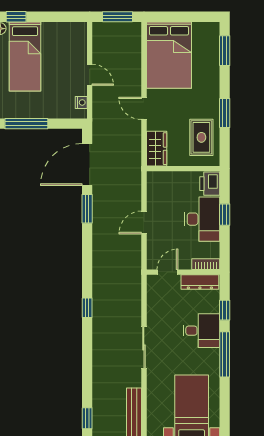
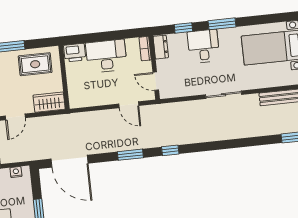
window: (87, 209) -> (130, 155), moved
window: (225, 215) -> (100, 37), removed
door: (144, 222) -> (129, 105), moved
dresser: (200, 282) -> (161, 47), width x0.70
window: (87, 308) -> (170, 150), moved
window: (225, 354) -> (222, 24), width x0.69

